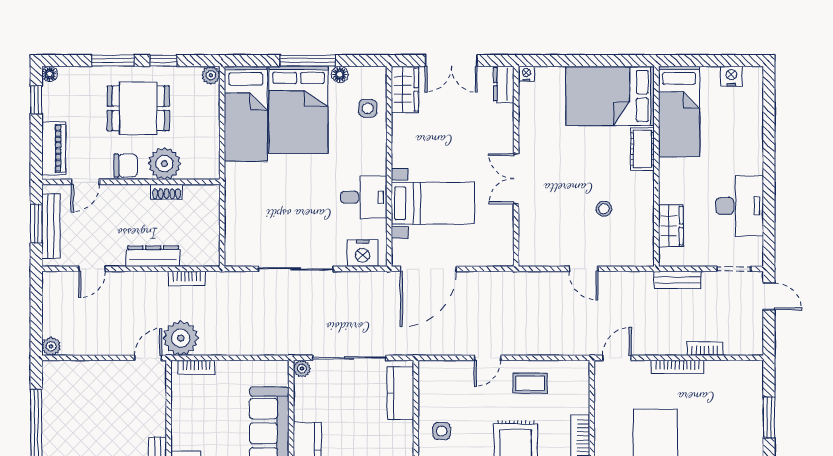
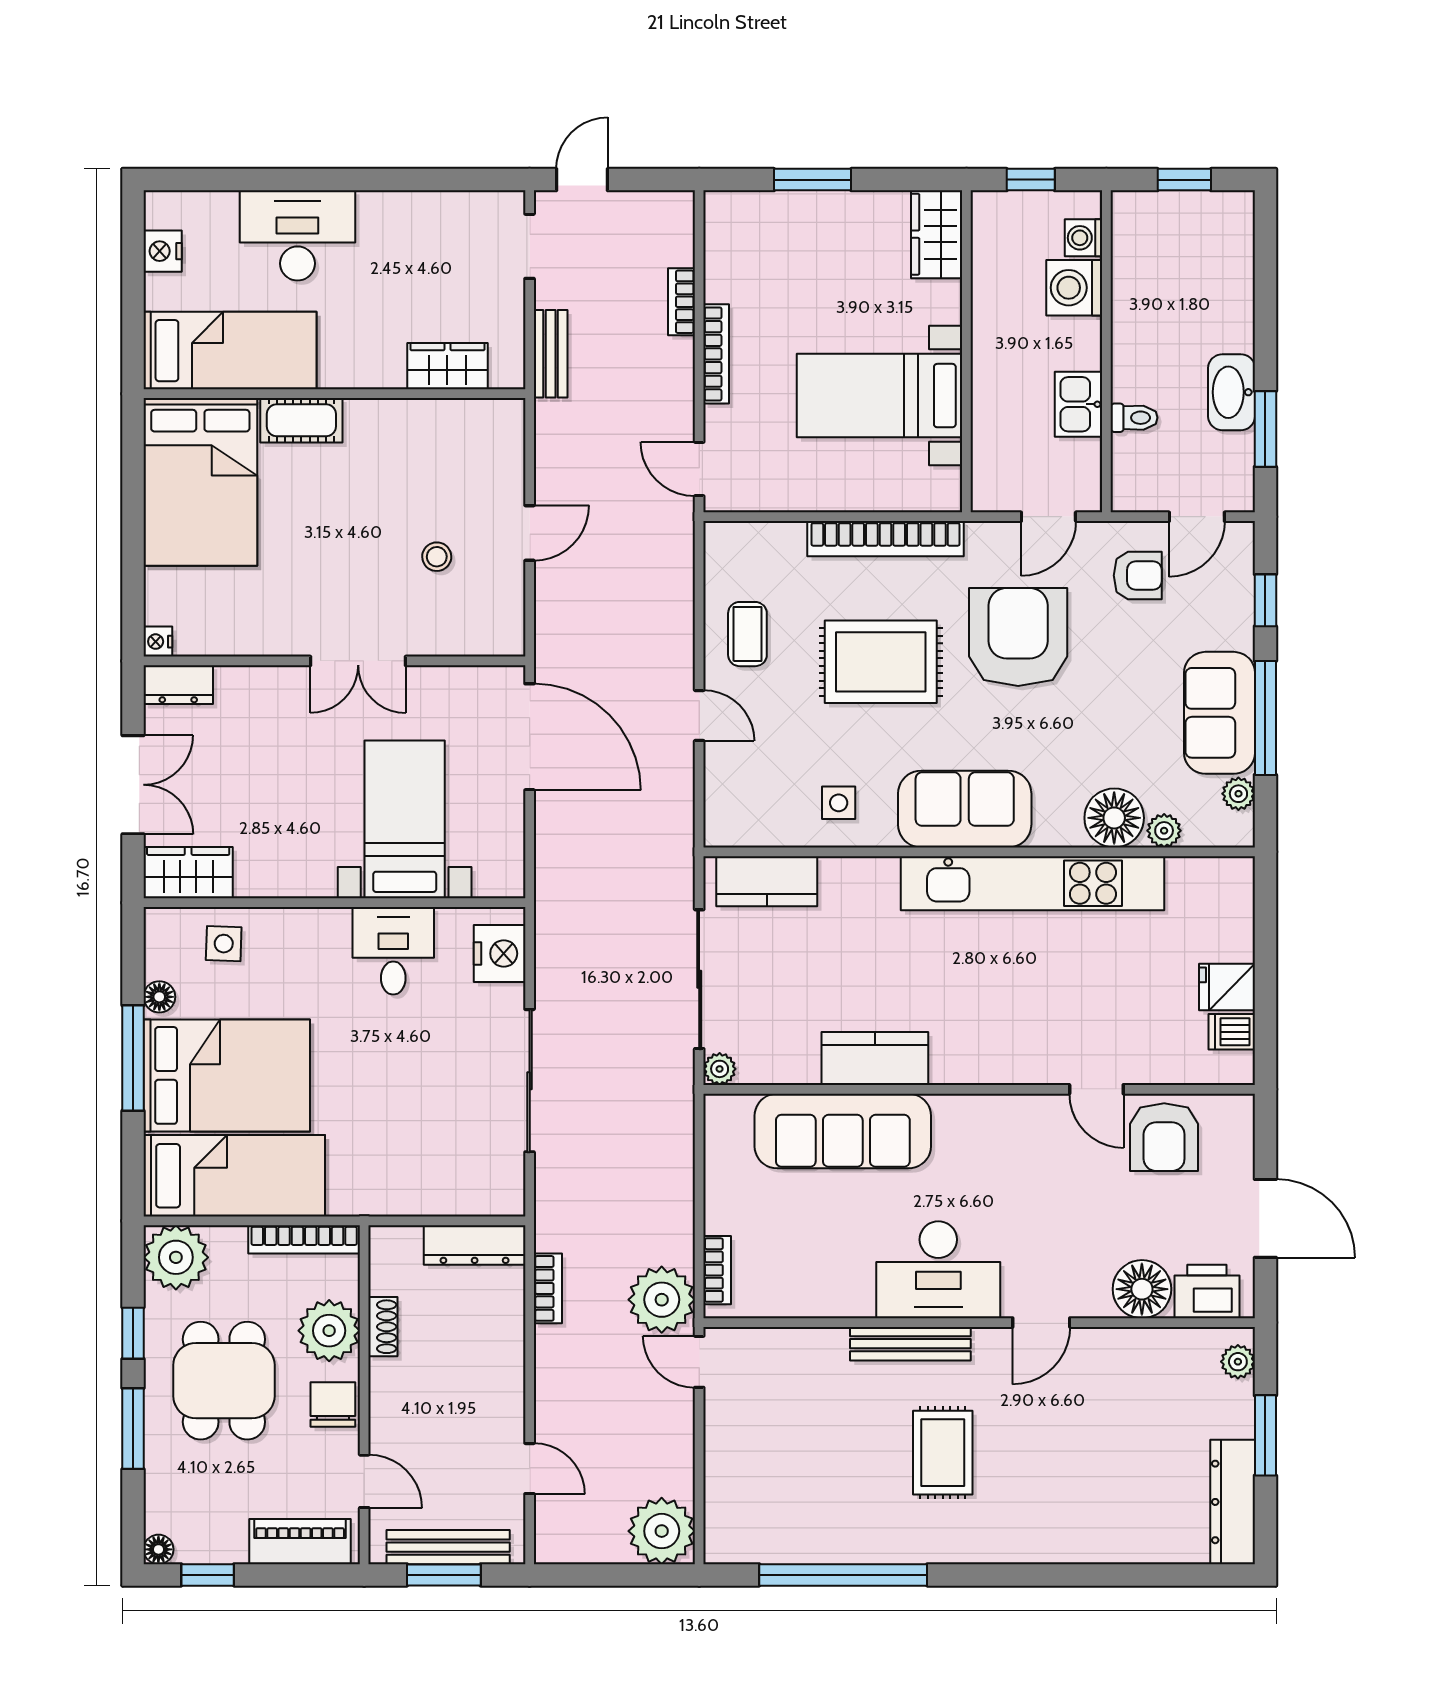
plant: (211, 75) -> (176, 1257), width x1.88, depth x1.88
bookcase: (212, 150) -> (304, 1239), added
desk: (740, 206) -> (297, 235), moved
stool: (604, 209) -> (437, 557), moved
dresser: (153, 256) -> (475, 1245), moved, turned -90
door: (428, 269) -> (530, 737), moved
plant: (51, 346) -> (662, 1531), width x1.88, depth x1.88

